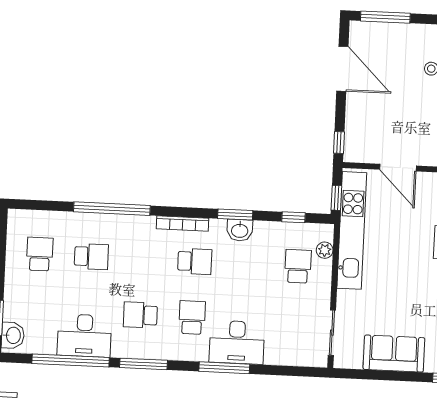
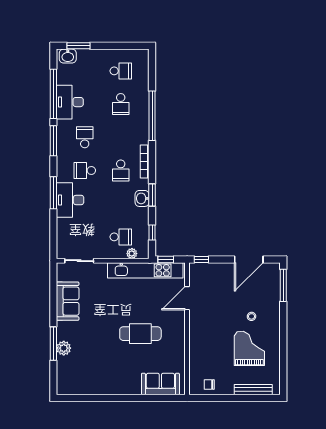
school desk: (192, 317) -> (85, 170), turned 180

